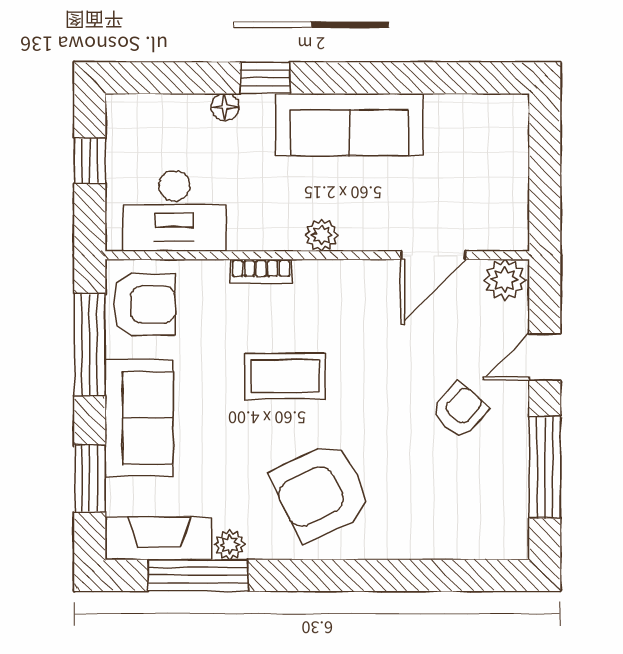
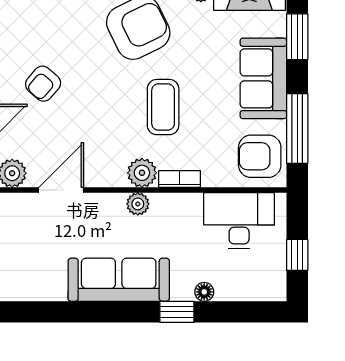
plant: (316, 280) -> (142, 173), added
coffee table: (285, 376) -> (163, 107), turned 90

